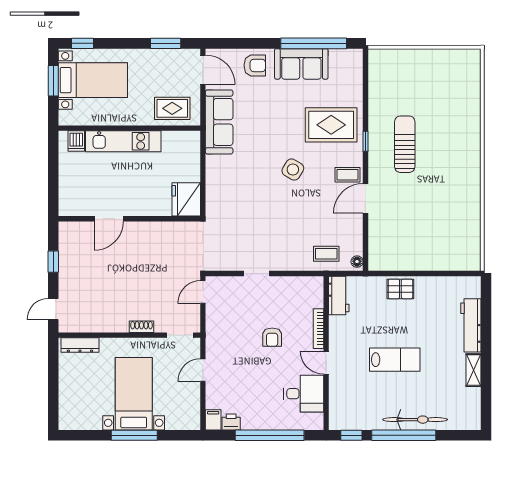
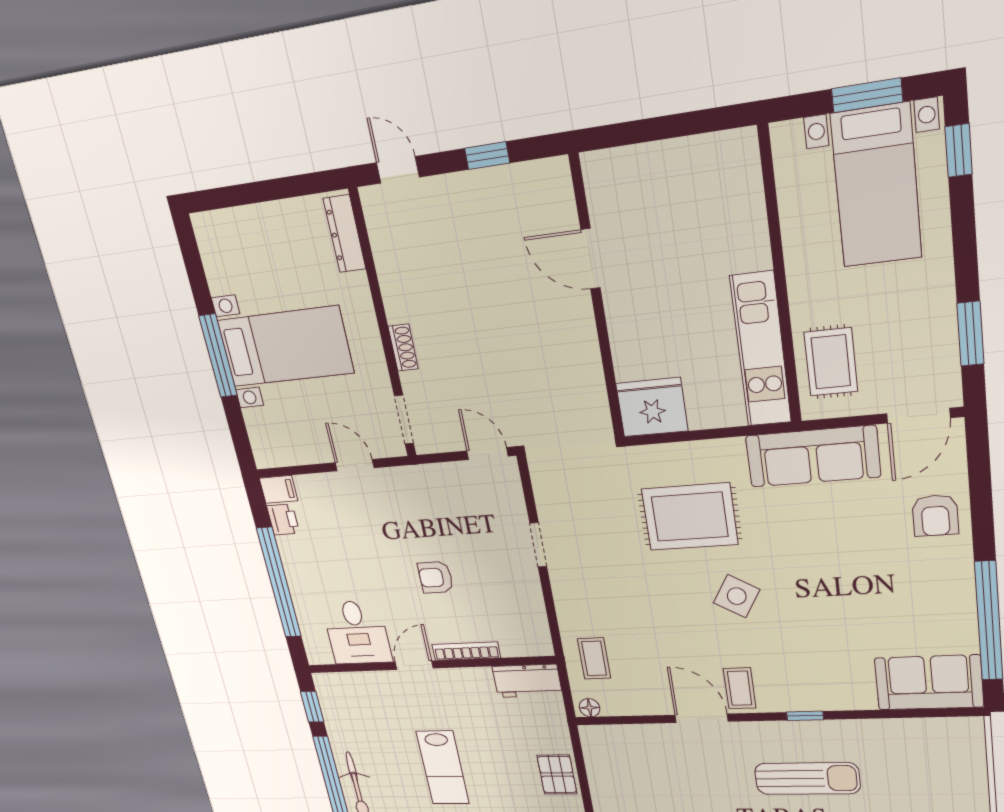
sofa: (301, 64) -> (929, 683), moved, turned 90
rug: (331, 125) -> (690, 517), moved, turned 90
dishwasher: (76, 141) -> (739, 168), removed
kitchen unit: (123, 141) -> (761, 350), moved

